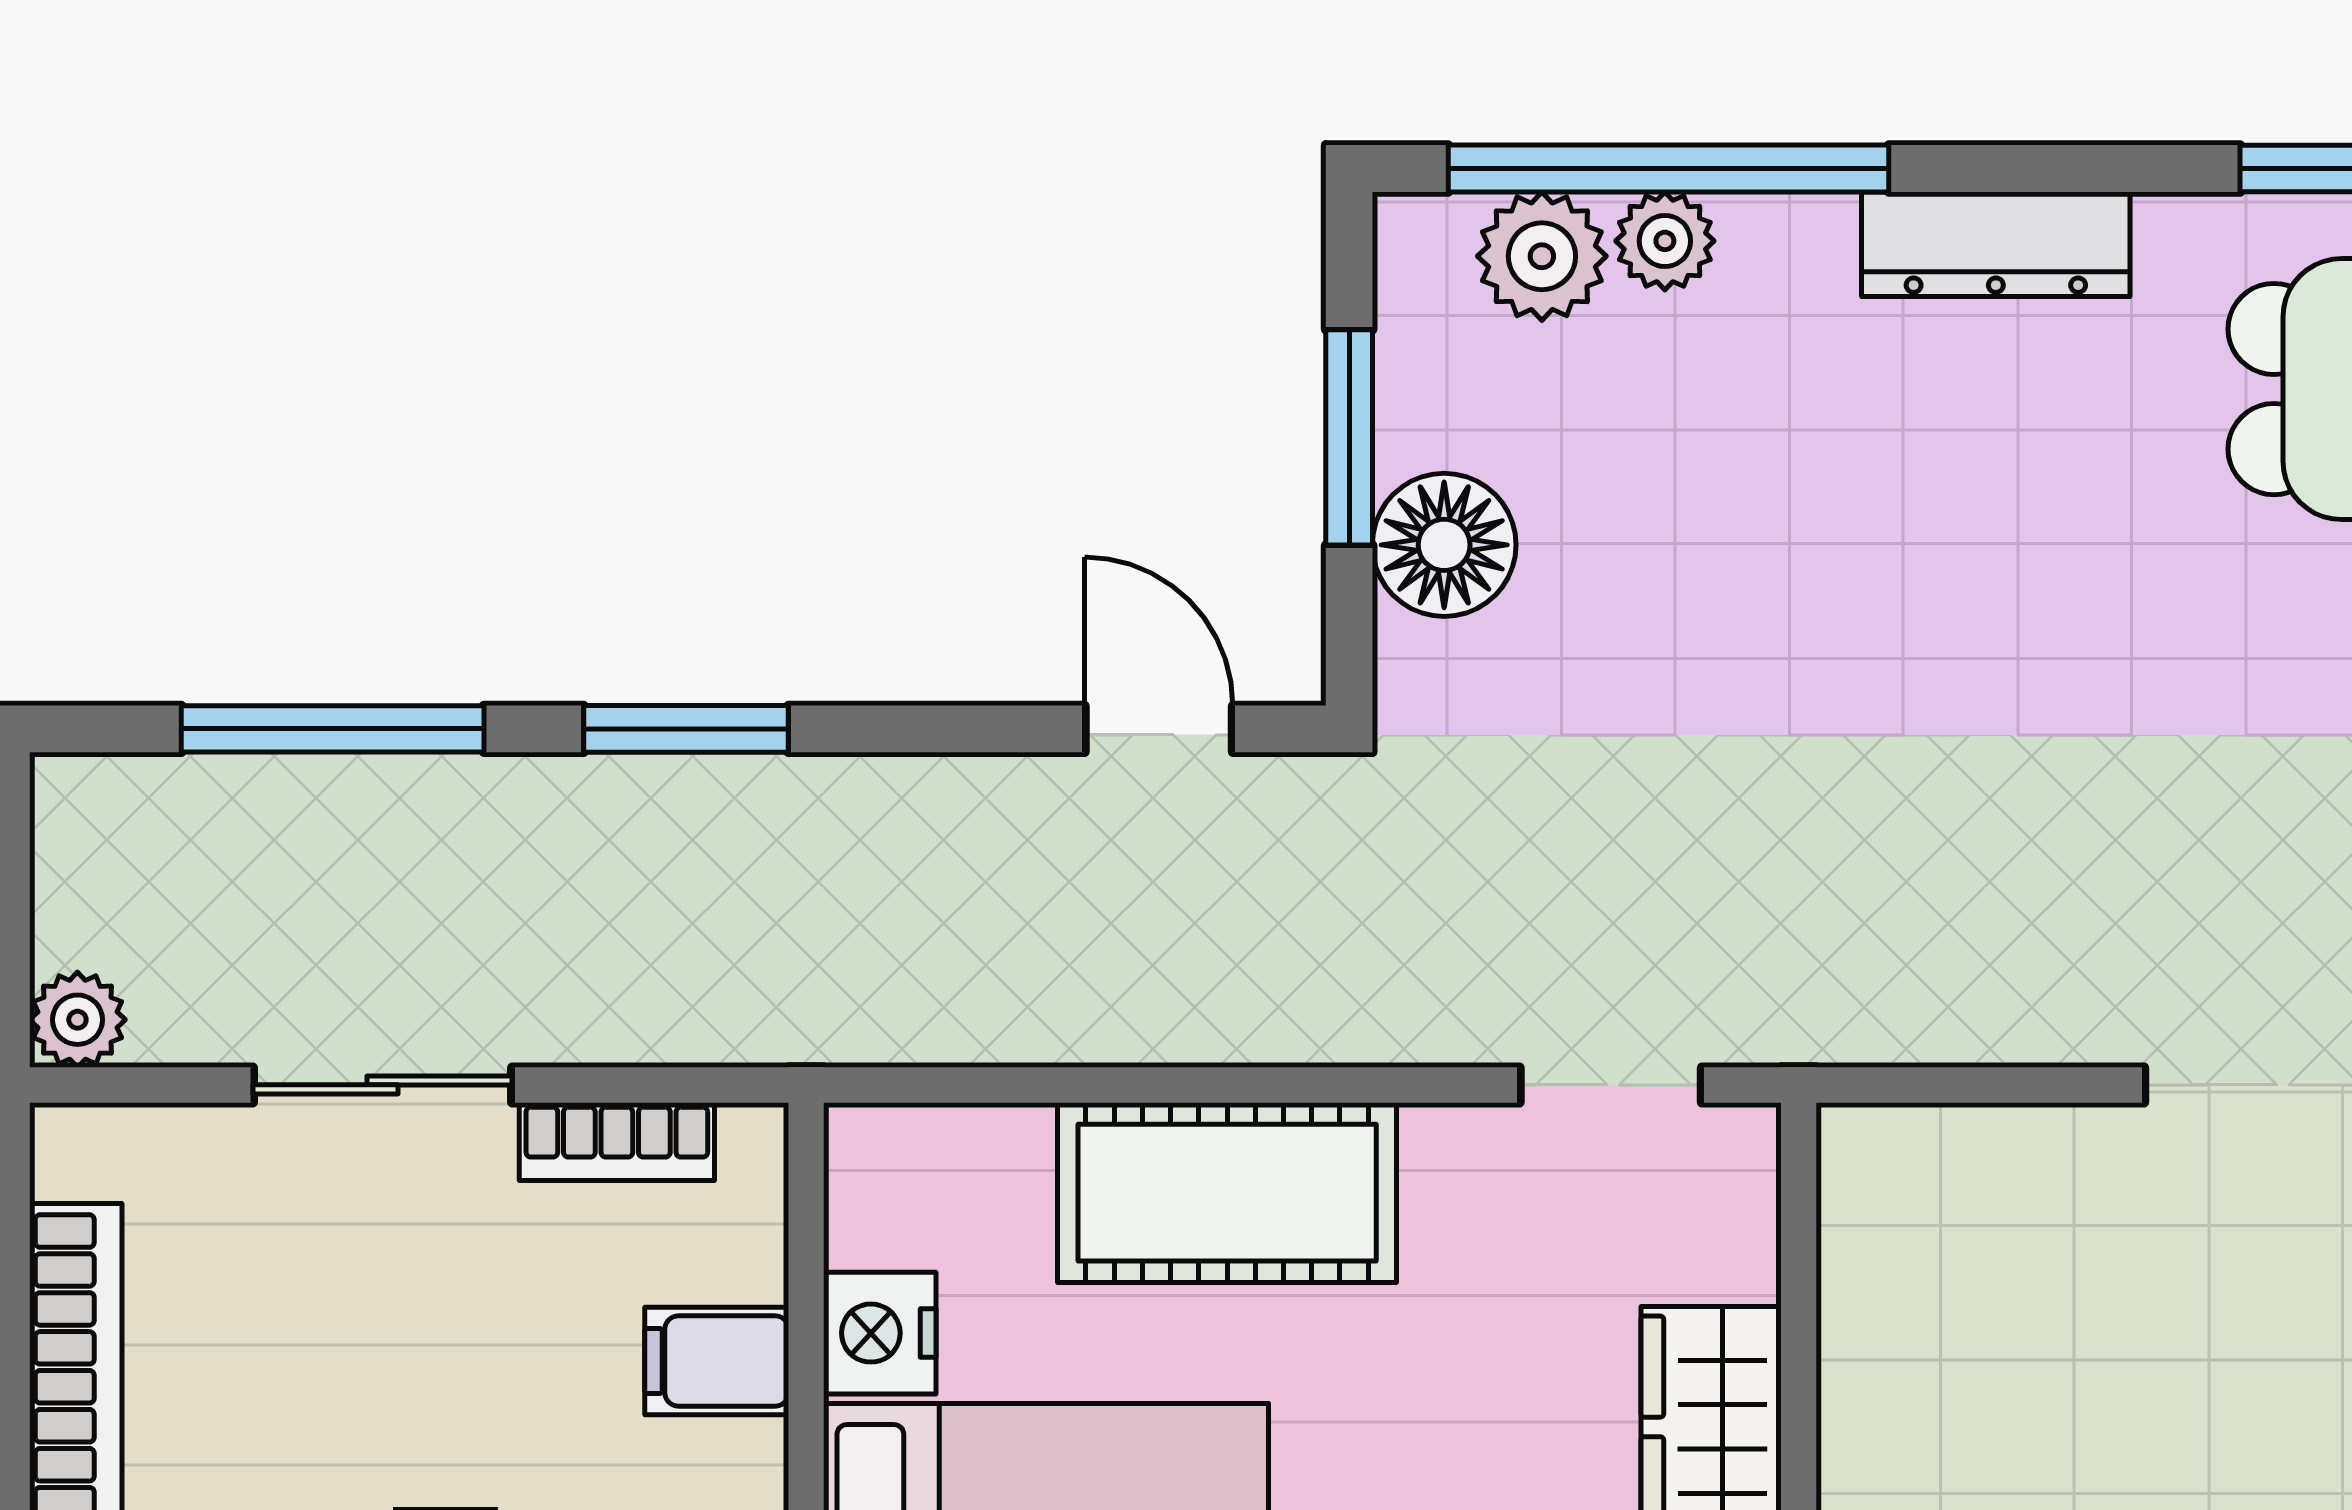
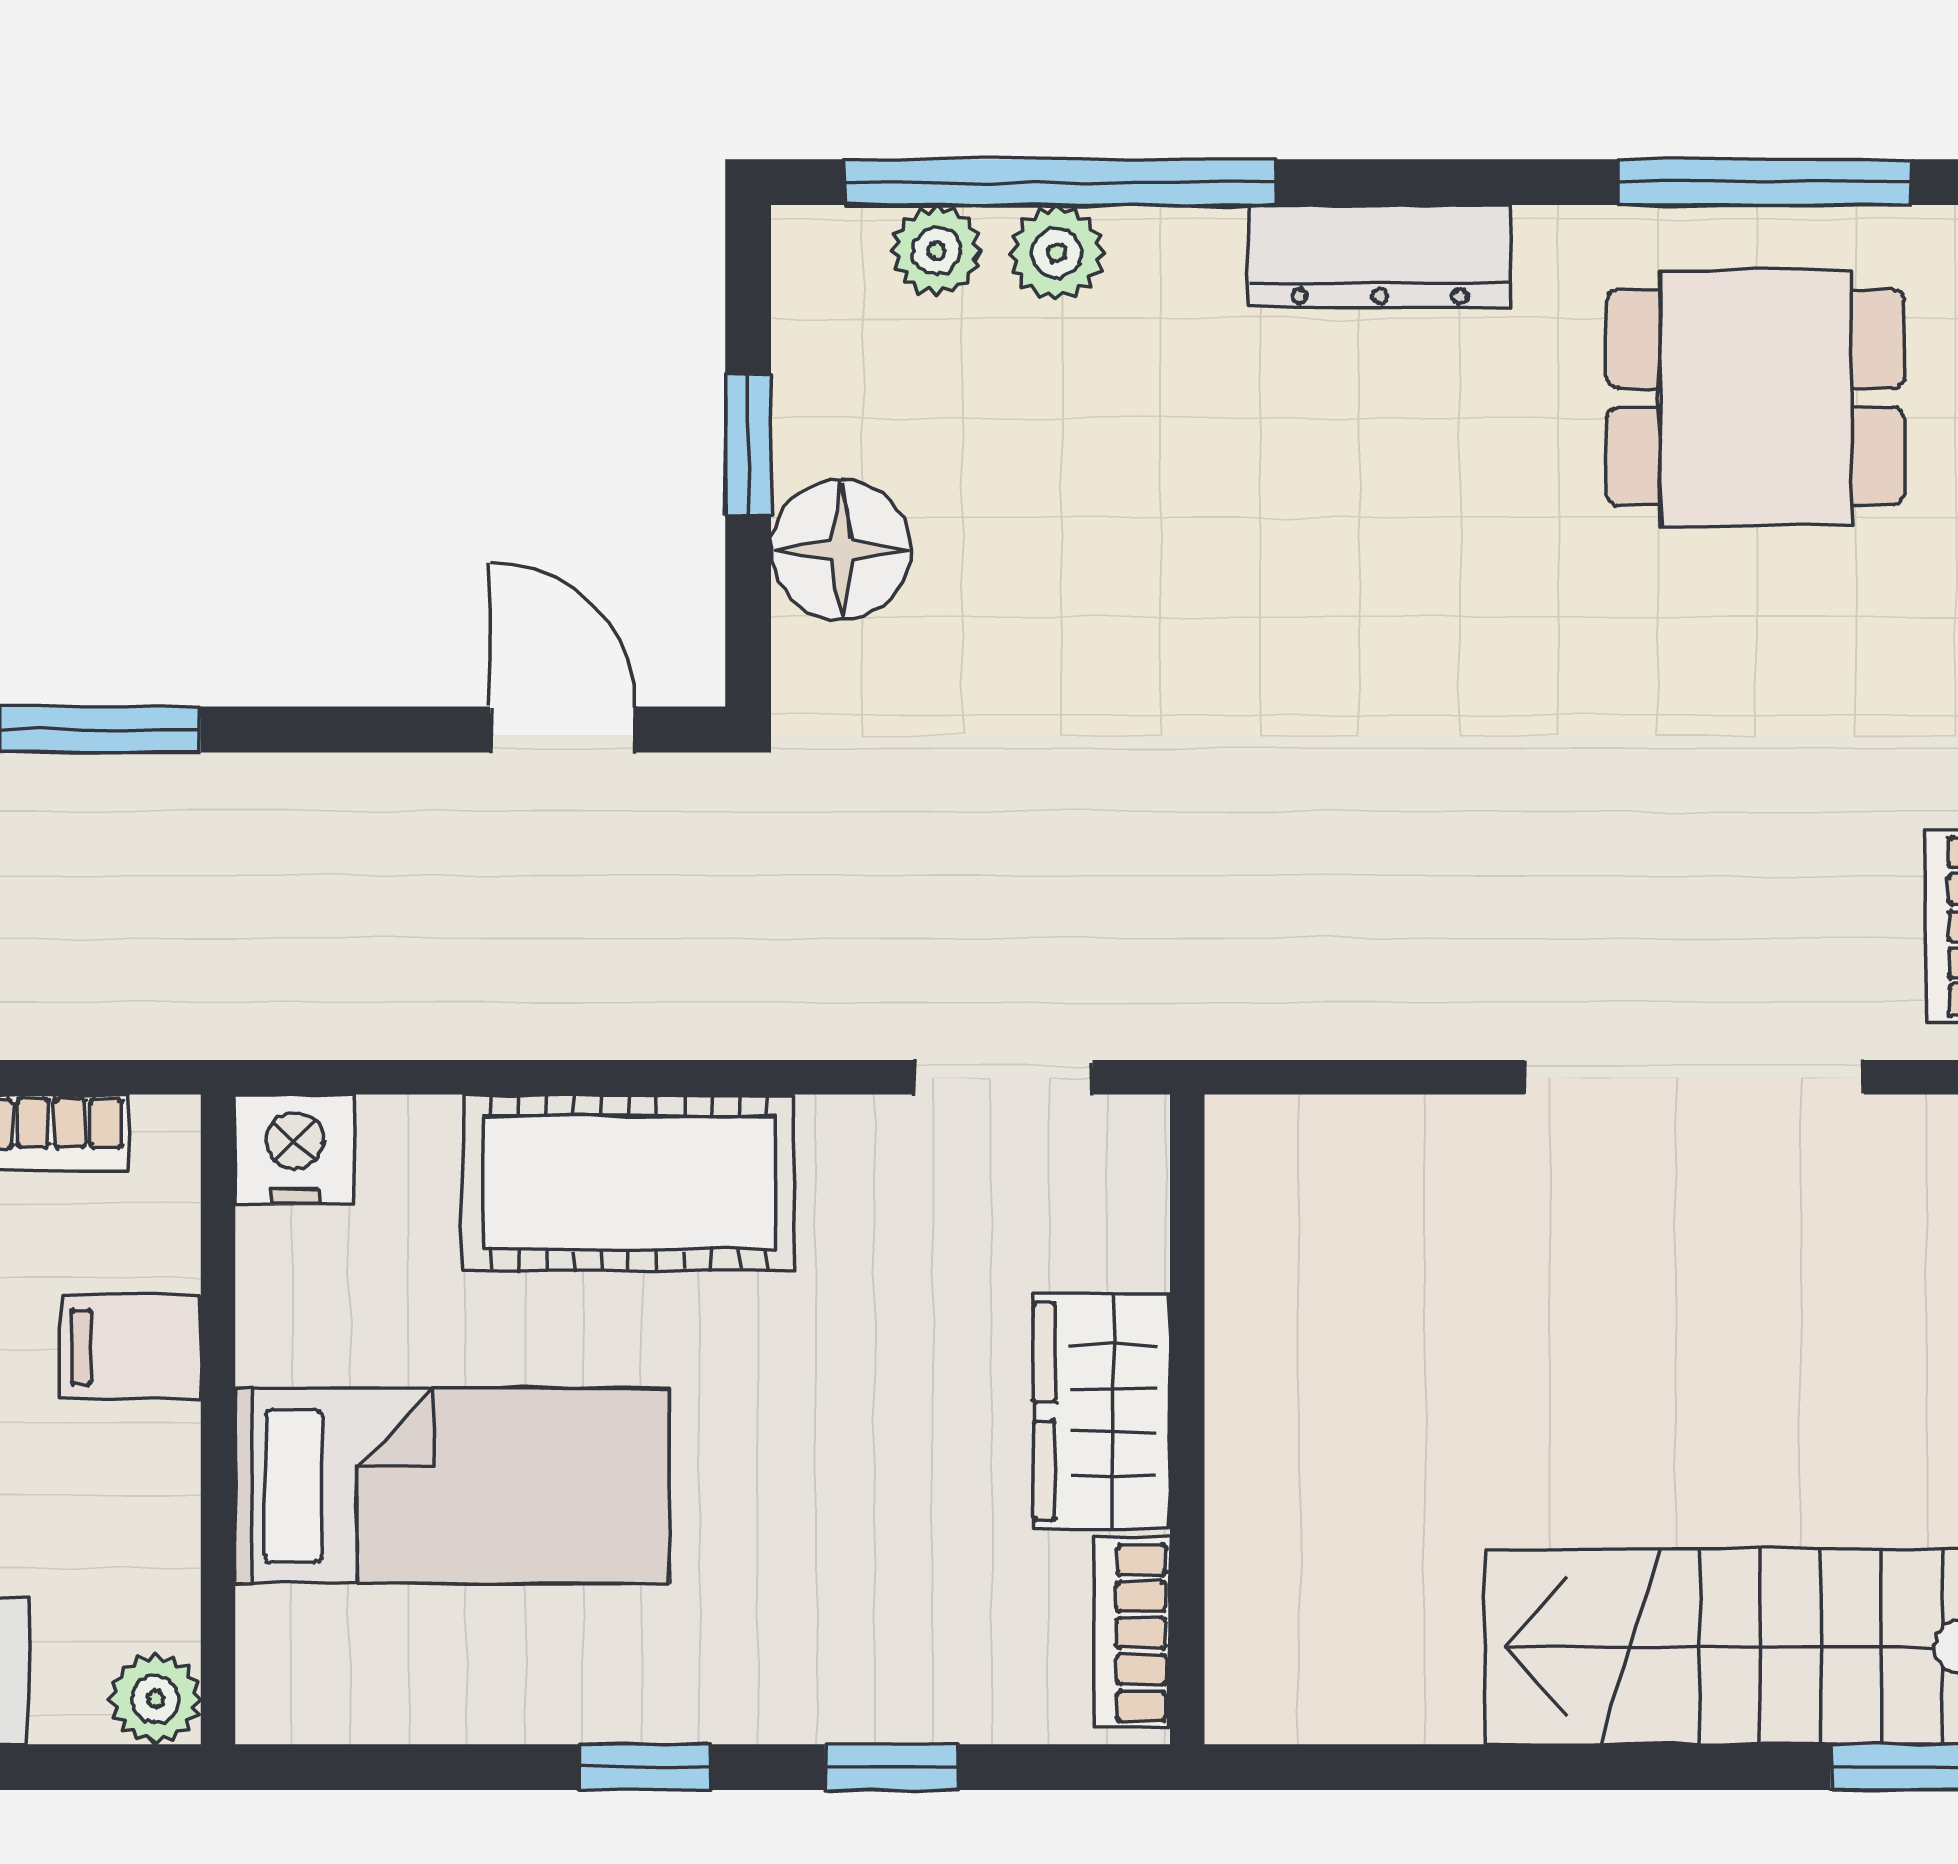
plant: (1542, 256) -> (936, 251), width x0.73, depth x0.73
window: (1349, 437) -> (748, 445), width x0.67
nightstand: (880, 1333) -> (295, 1149), moved, turned 90

